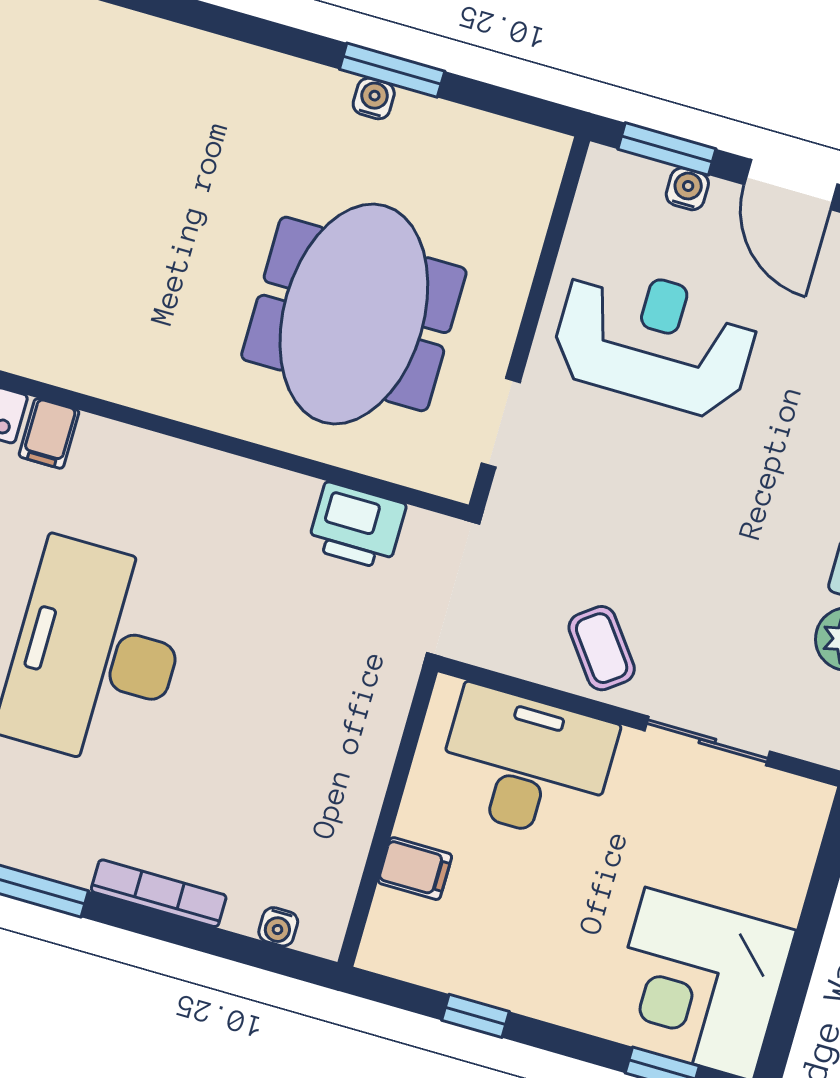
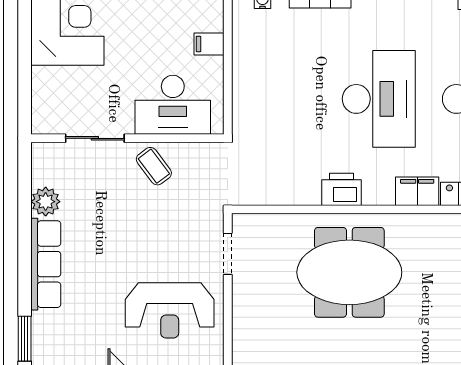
meeting table: (354, 314) -> (349, 272), moved, turned 90
filing cabinet: (49, 433) -> (417, 191), width x2.00
printer: (357, 526) -> (342, 189), moved

